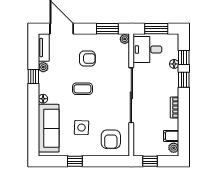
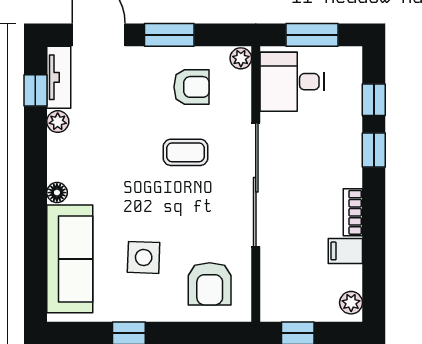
window: (107, 29) -> (169, 35), moved
armchair: (87, 59) -> (192, 87), moved
floor lamp: (174, 64) -> (352, 114), removed
window: (33, 76) -> (35, 90), moved
coffee table: (82, 89) -> (186, 152), moved
filing cabinet: (171, 136) -> (345, 251), moved

